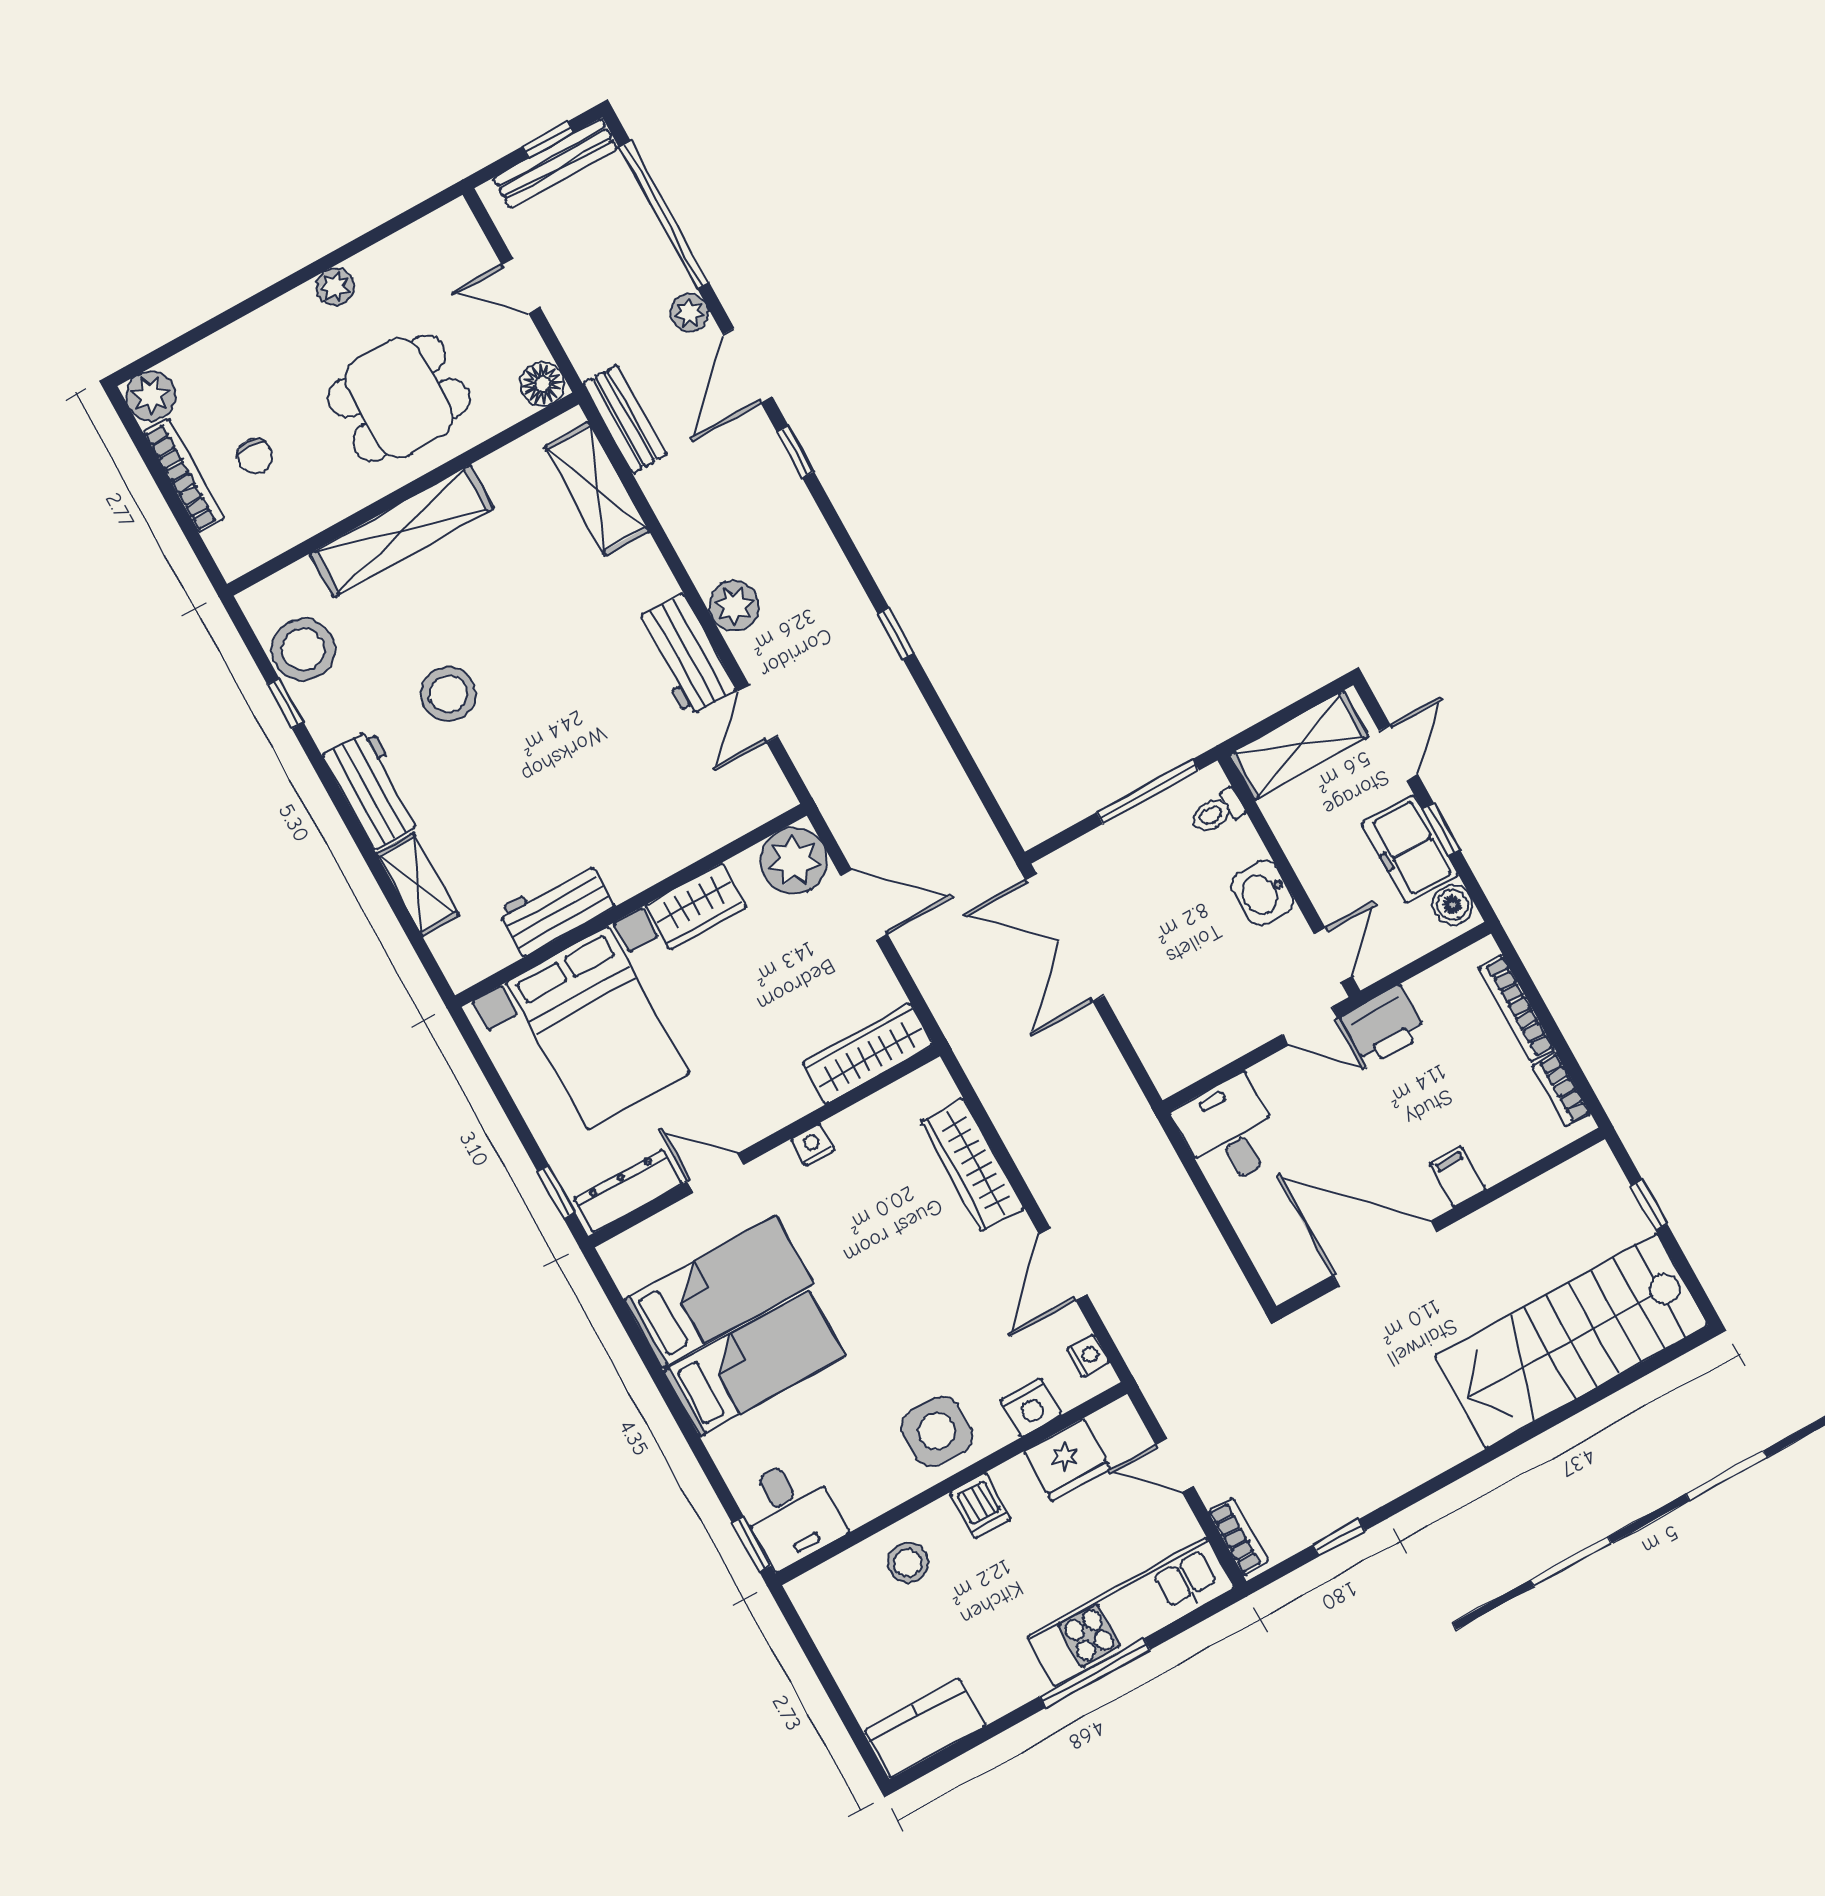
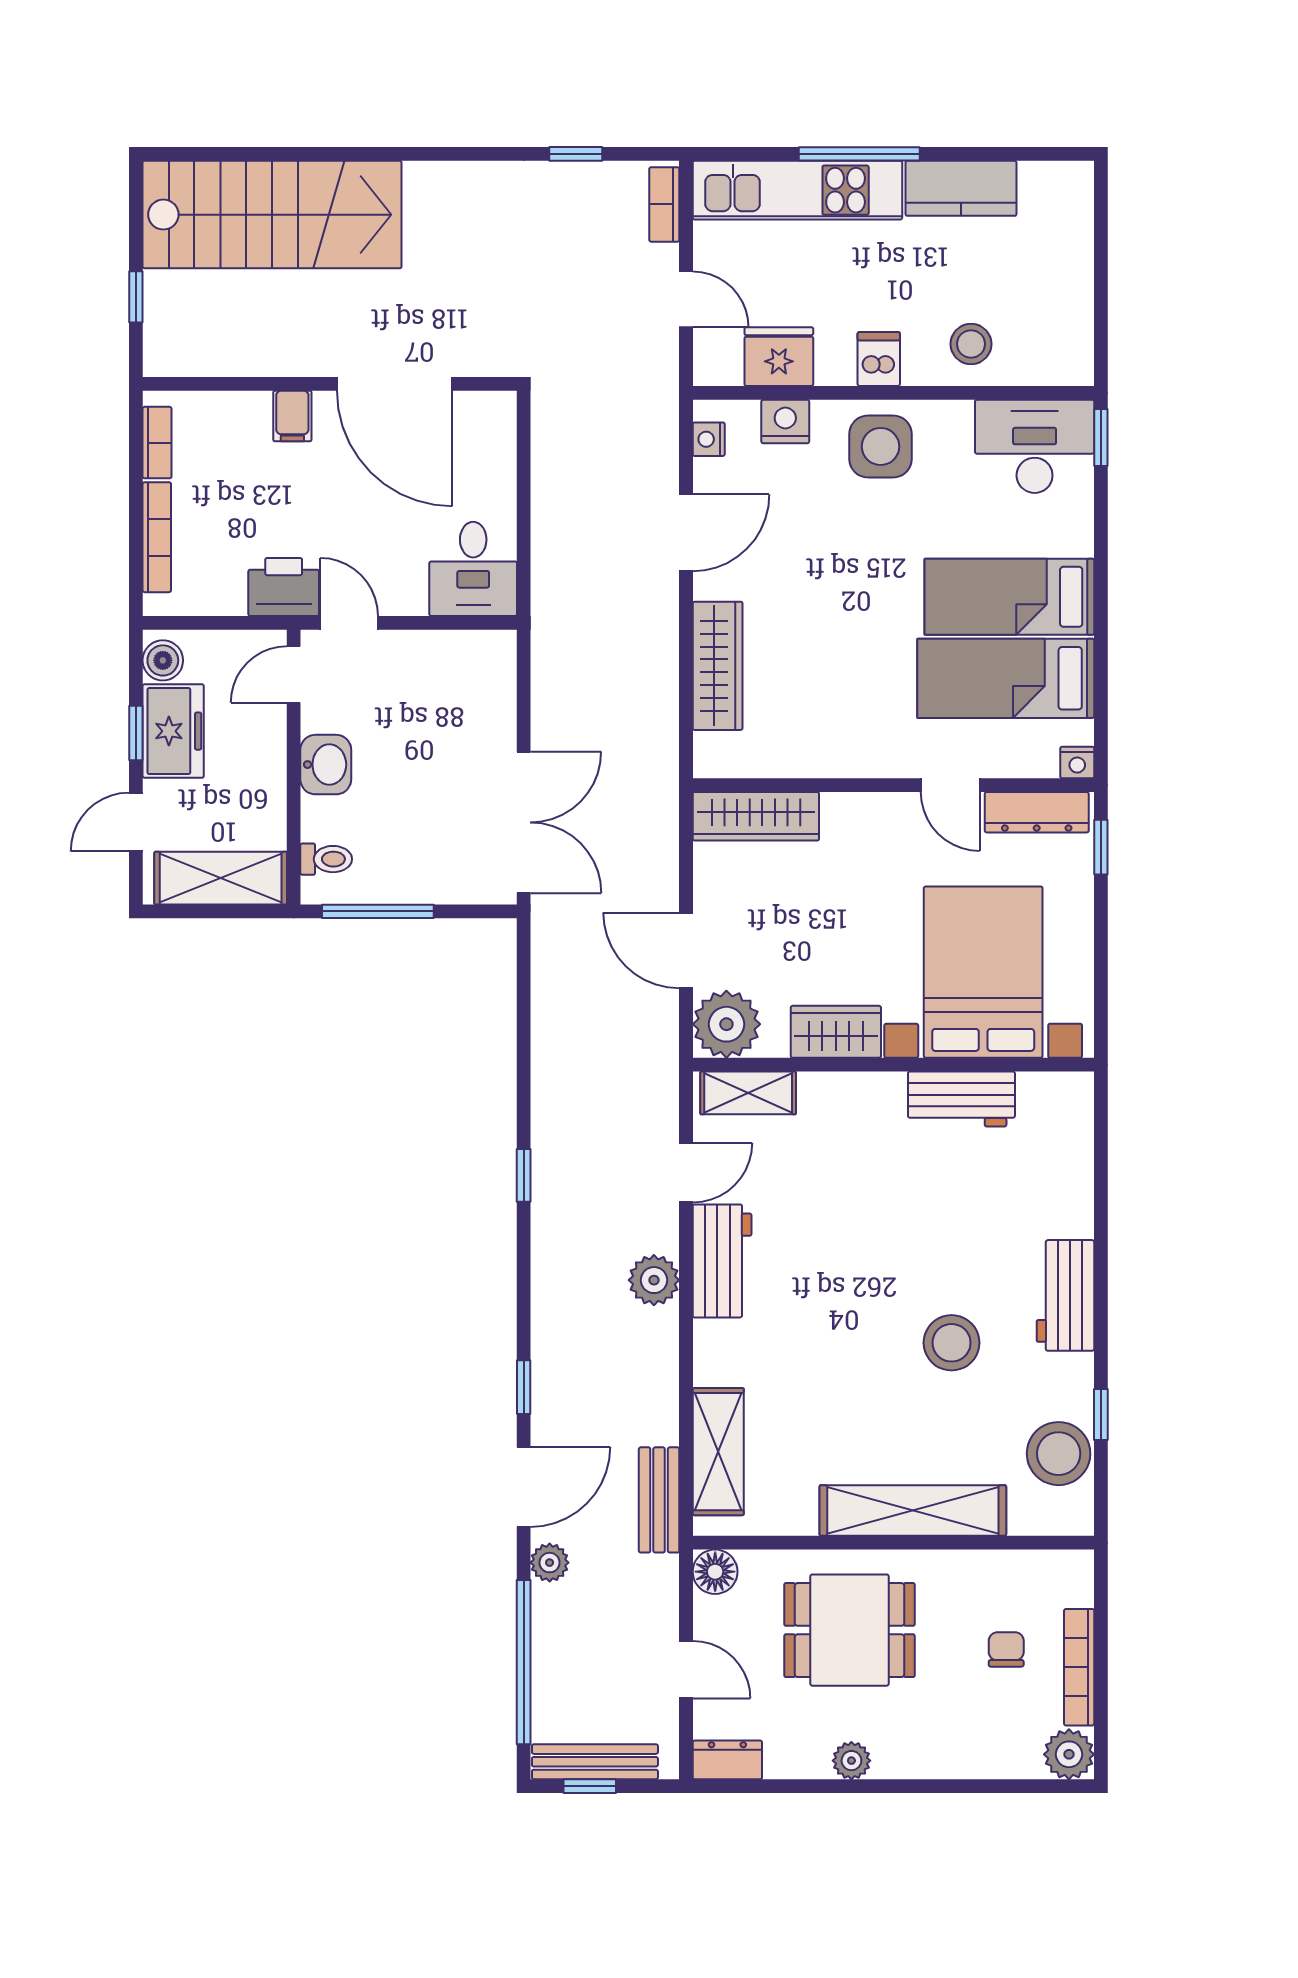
dresser: (442, 228) -> (727, 1760), added
shelving: (418, 884) -> (748, 1093), moved, turned 90
nightstand: (813, 1145) -> (1077, 762), moved
desk: (790, 1513) -> (1035, 446), width x1.37
kitchen counter: (925, 1728) -> (961, 188), moved

